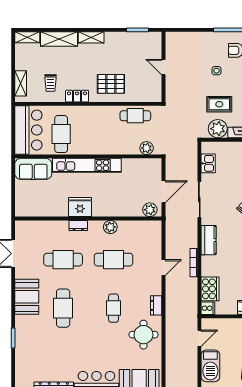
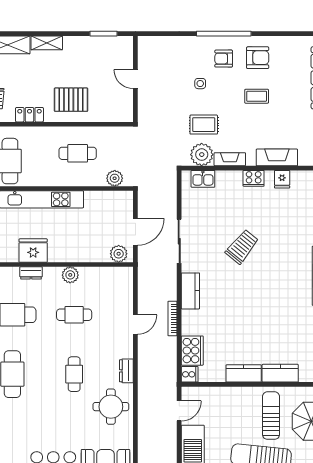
cafe table: (135, 116) -> (78, 153), moved
kitchen sink: (208, 163) -> (203, 179), moved, turned 90
cafe table: (114, 260) -> (74, 315), width x0.73, depth x0.74

